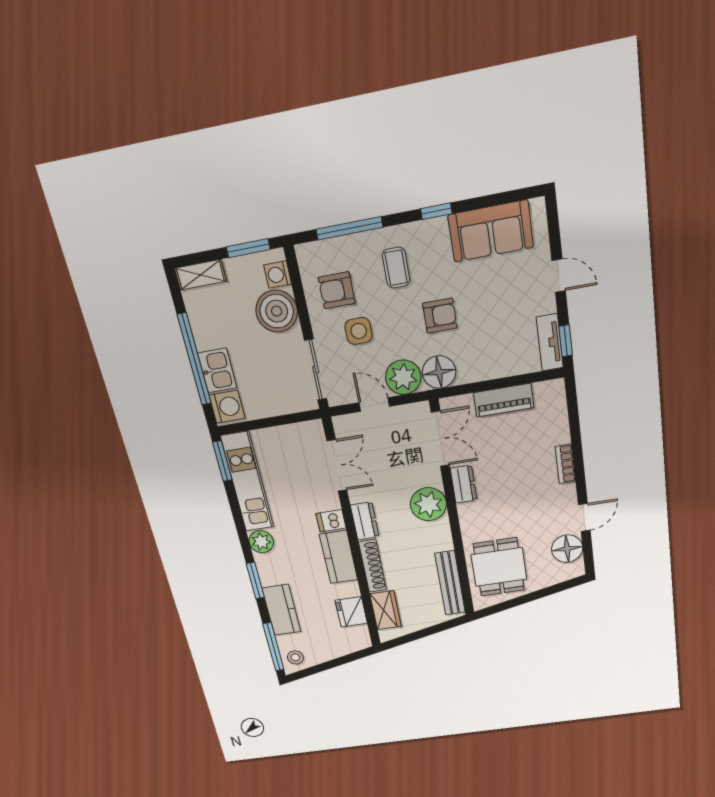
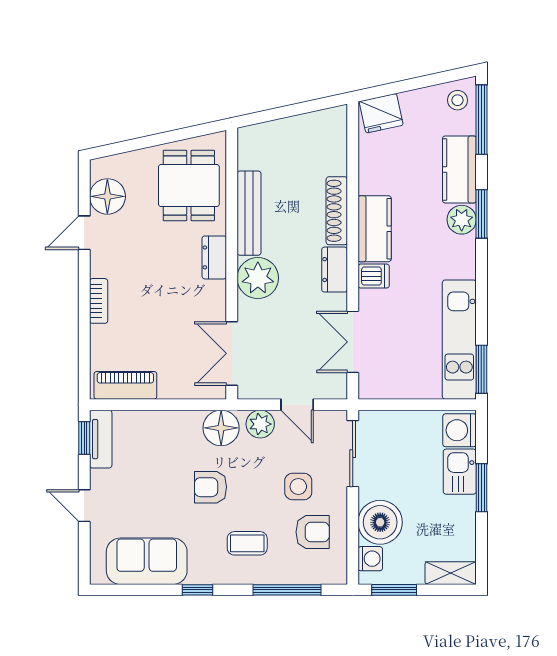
coffee table: (396, 268) -> (247, 543), turned 90
window: (194, 359) -> (481, 488), width x0.47
plant: (403, 377) -> (260, 424), width x0.73, depth x0.73
piano: (504, 400) -> (125, 385), moved
dresser: (464, 484) -> (214, 257), moved
plant: (261, 542) -> (462, 220), moved
bench: (450, 583) -> (249, 213), moved
wardrobe: (385, 610) -> (333, 149), removed
fridge: (351, 612) -> (381, 113), moved, turned 78

